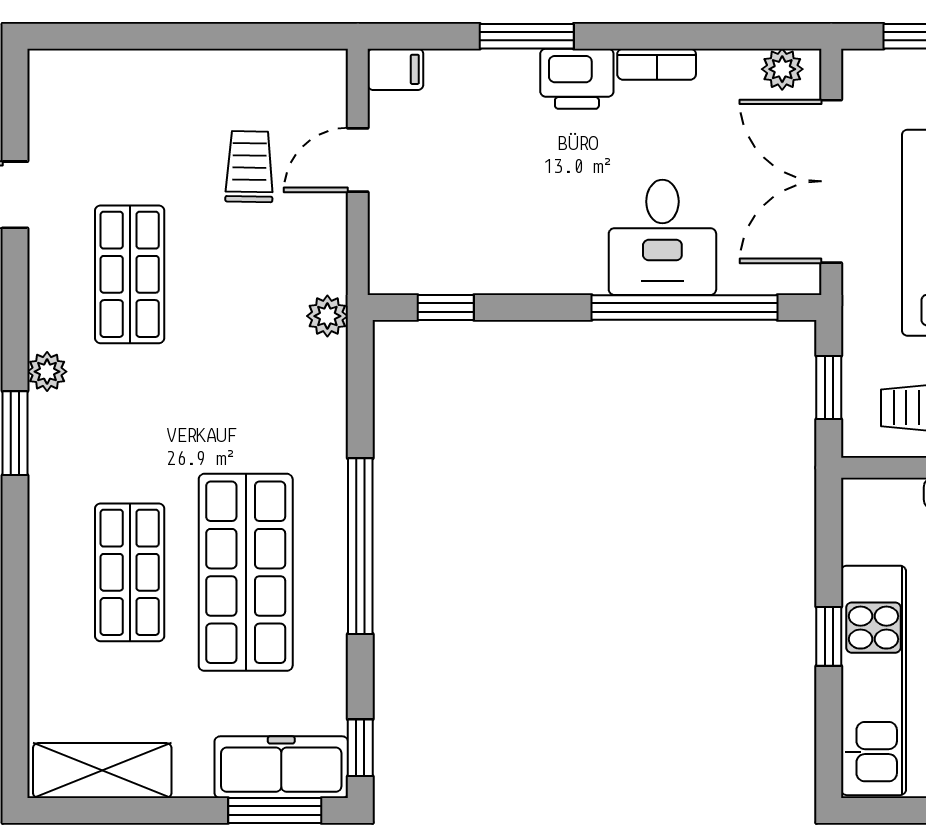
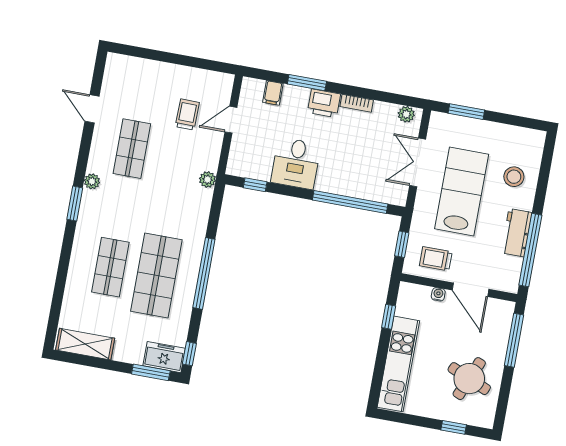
filing cabinet: (395, 69) -> (273, 93), moved, turned 90
double door: (831, 181) -> (418, 162), width x0.73
desk: (662, 237) -> (296, 163), moved
window: (829, 636) -> (389, 317), moved
freezer: (281, 767) -> (164, 357), width x0.71

